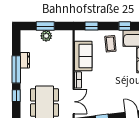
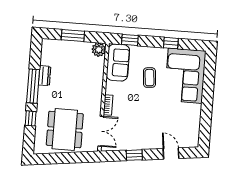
plant: (46, 36) -> (99, 50), moved
coffee table: (110, 44) -> (149, 78), moved
sofa: (83, 56) -> (118, 63), moved

